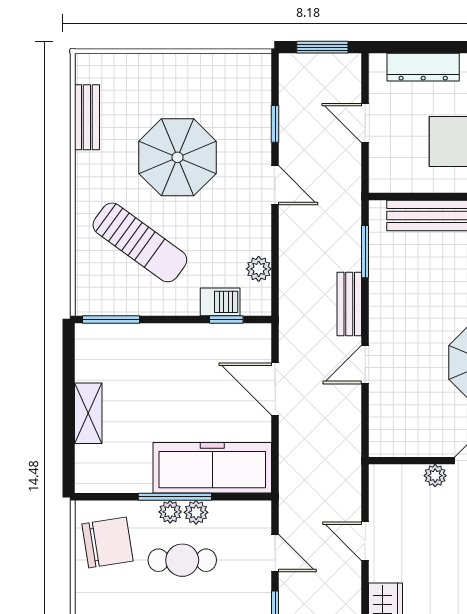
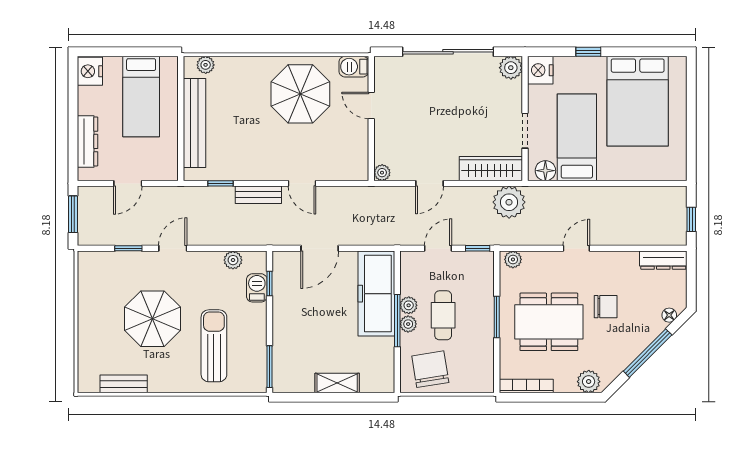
sun lounger: (140, 242) -> (214, 346), turned -36
window: (365, 252) -> (221, 183), width x0.67
plant: (435, 476) -> (382, 173), moved

